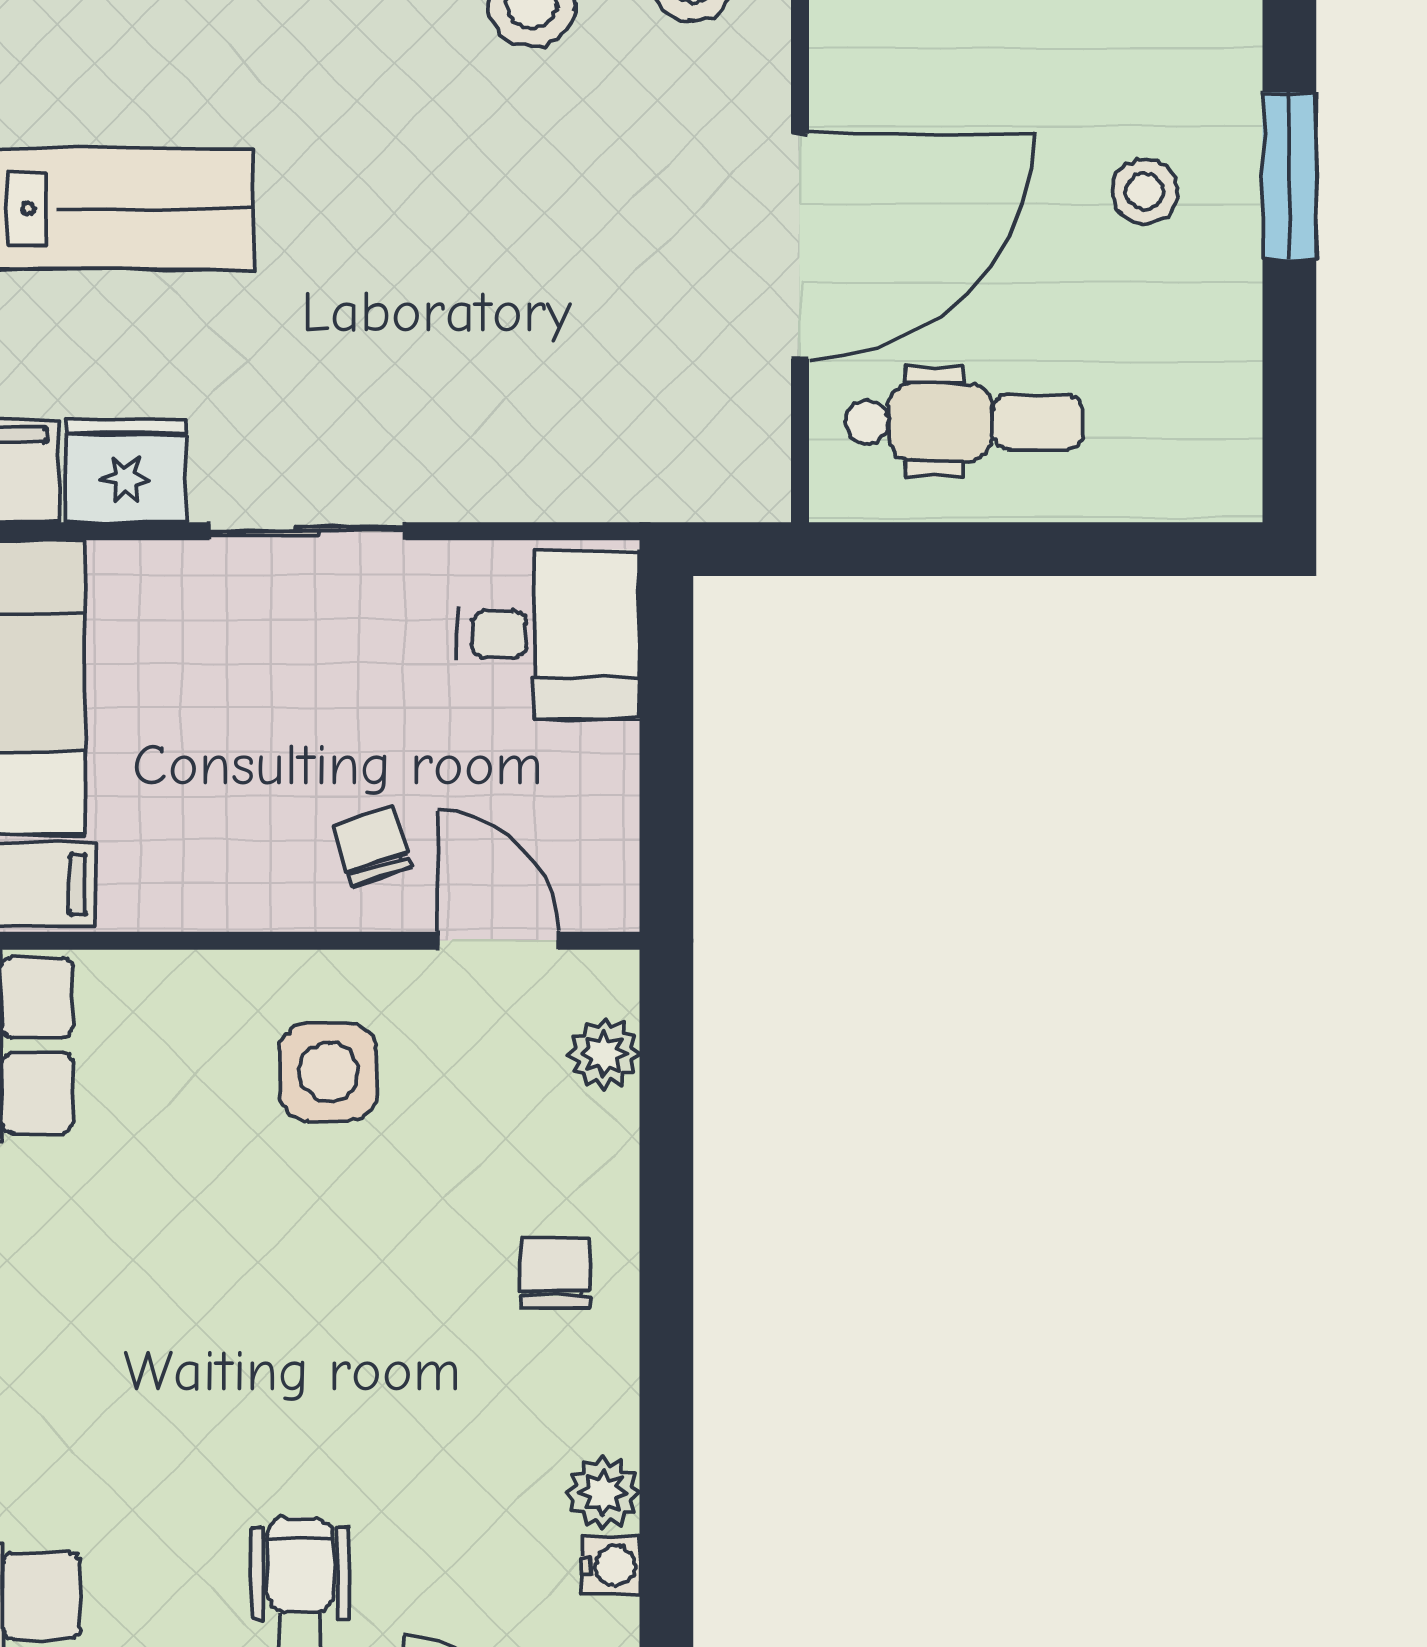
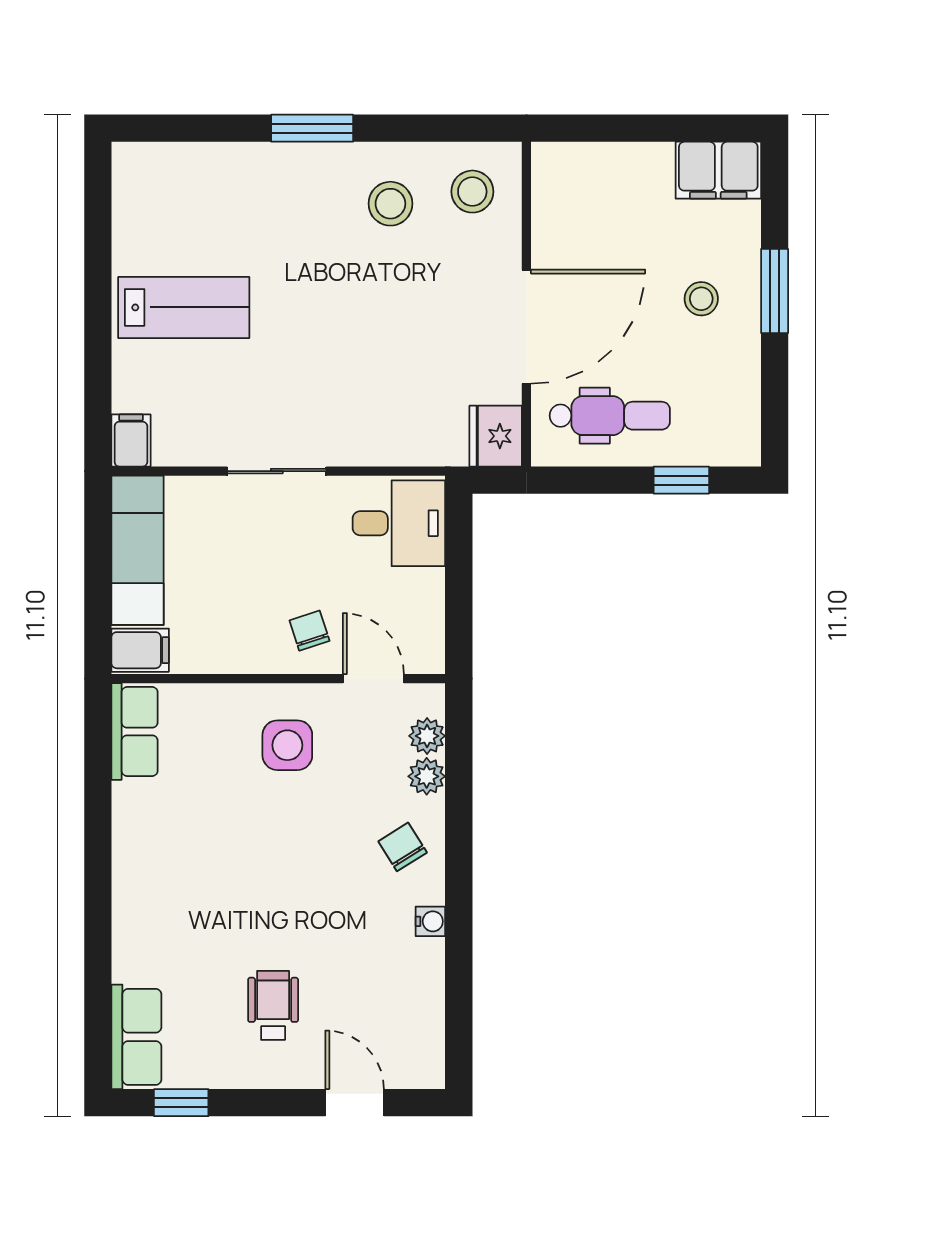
fridge: (126, 471) -> (496, 436), moved, turned -90
window: (1105, 549) -> (681, 480), added
chair: (556, 1273) -> (403, 847), turned -32
plant: (603, 1493) -> (427, 776), moved
water cooler: (610, 1566) -> (430, 921), moved

